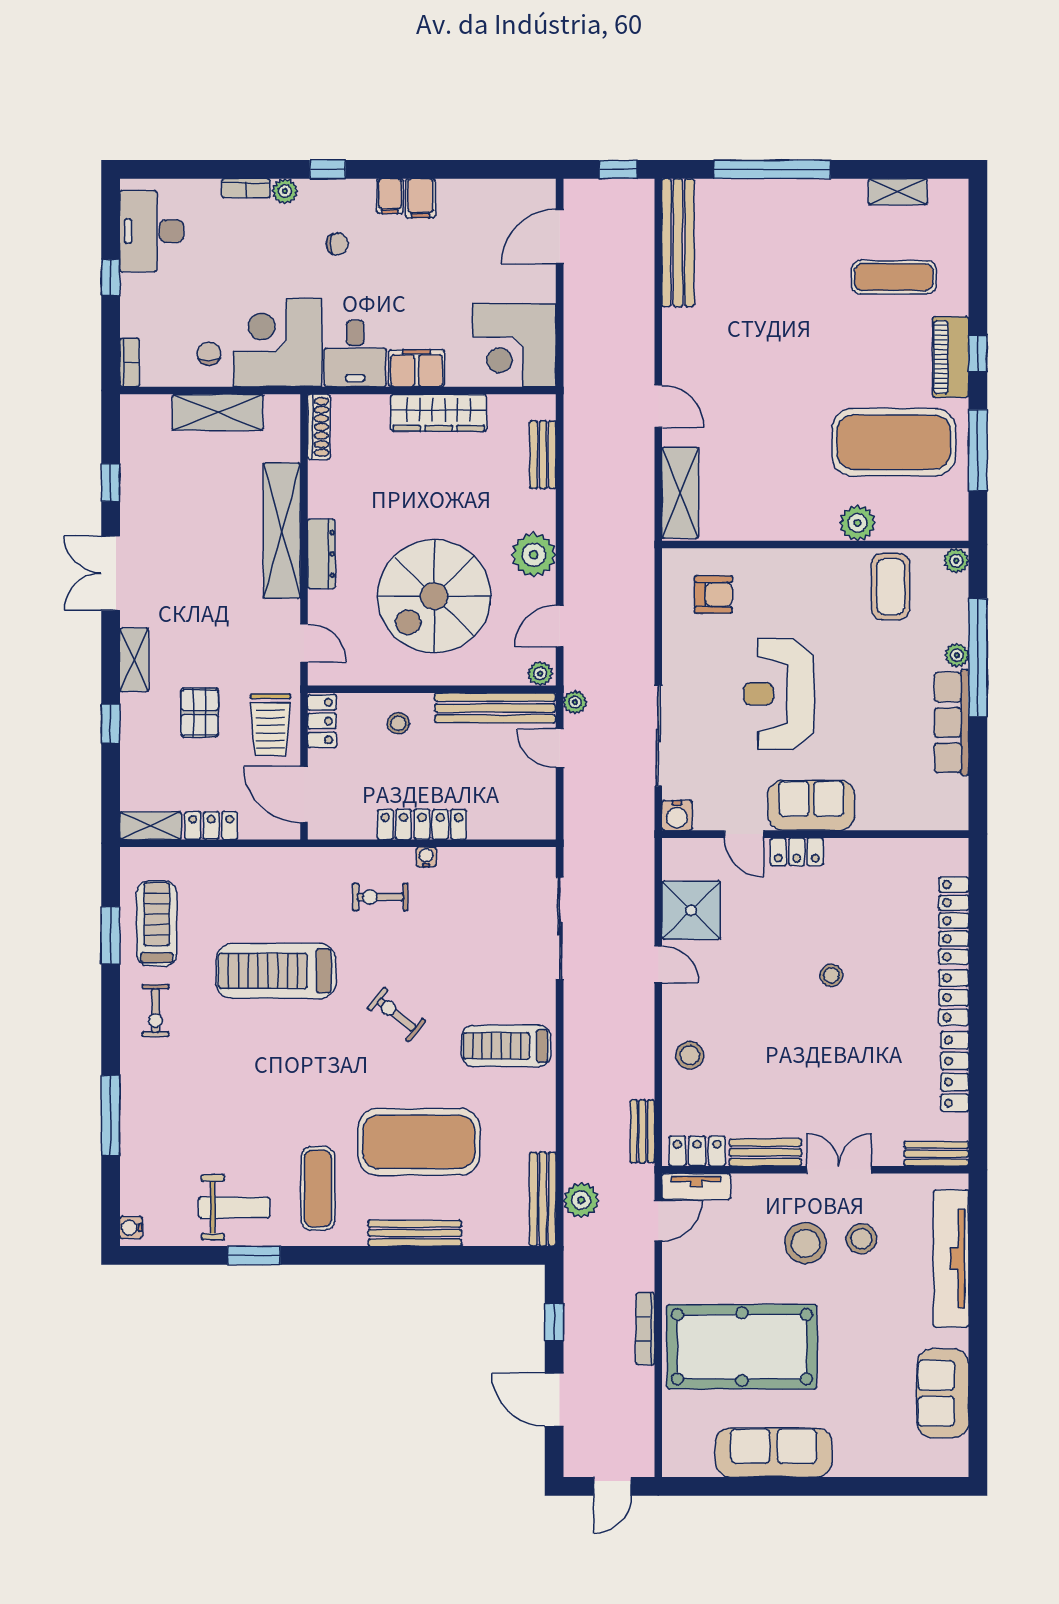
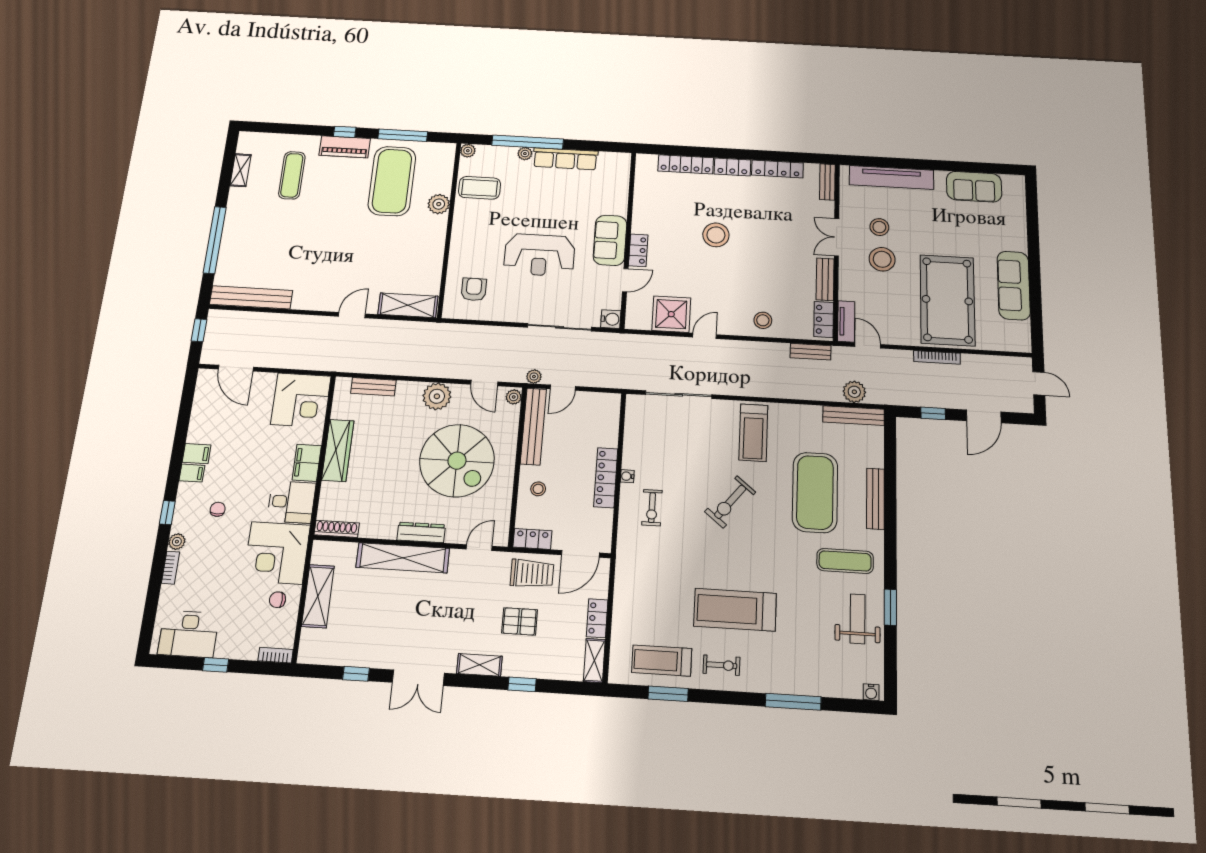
treadmill: (276, 971) -> (735, 610), moved, turned 90
stool: (831, 975) -> (716, 235), width x1.89, depth x1.89
exercise bike: (396, 1014) -> (730, 502), width x1.38, depth x1.39

